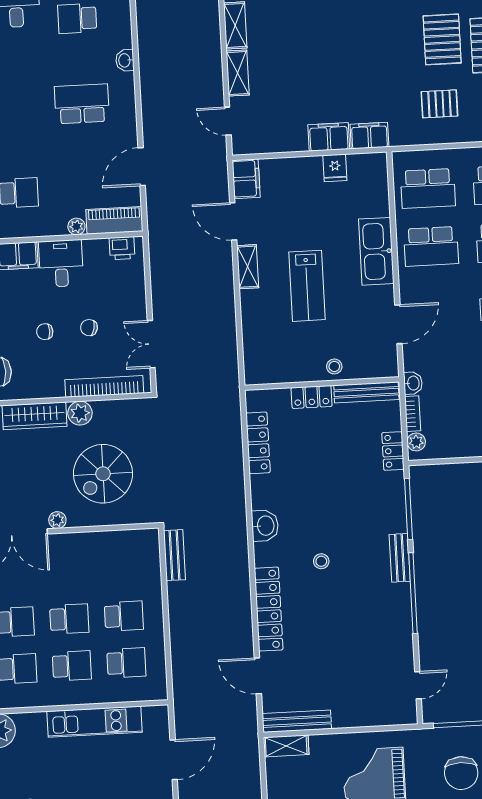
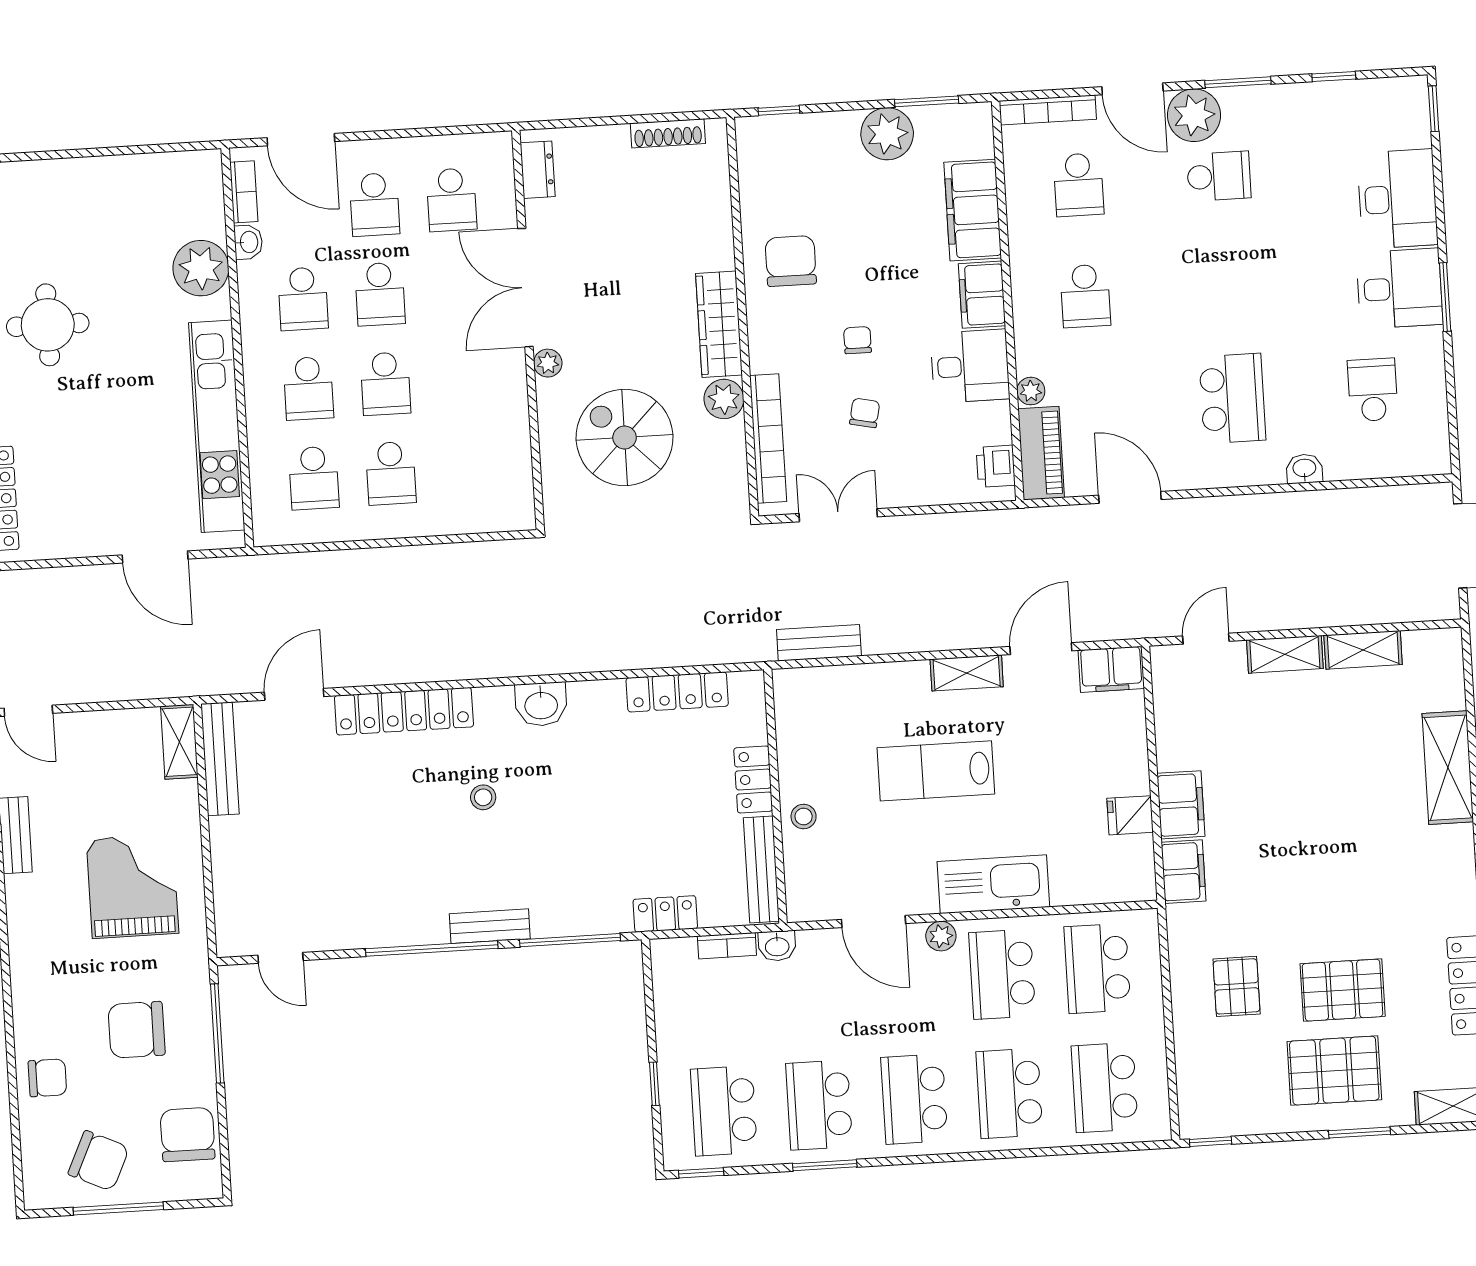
plant: (416, 442) -> (941, 936), moved
bench: (174, 555) -> (819, 643), moved
kitchen unit: (94, 722) -> (217, 426), width x1.36

